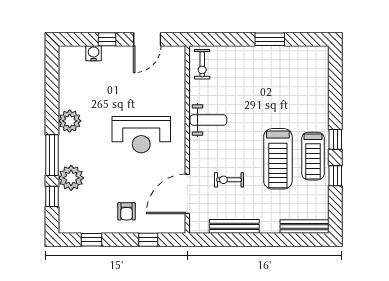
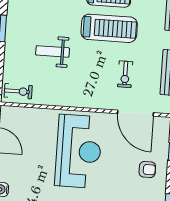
weight bench: (208, 120) -> (53, 51), moved, turned -90
reception desk: (141, 135) -> (78, 151), width x1.36, depth x1.30

